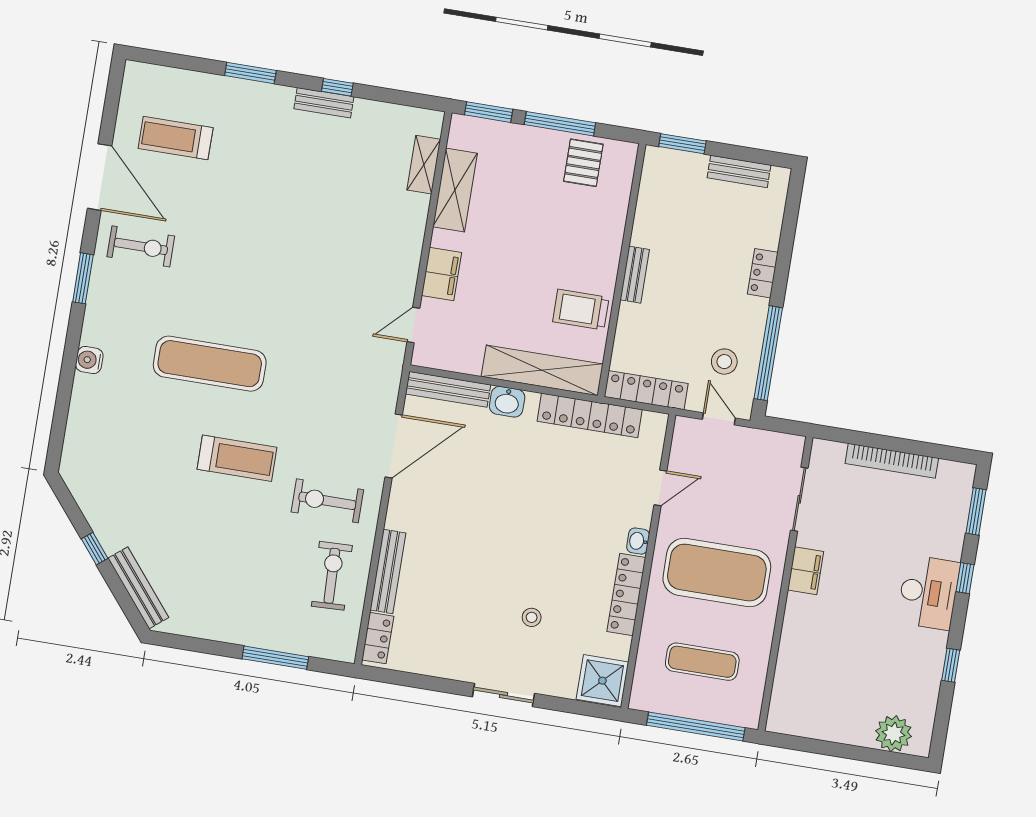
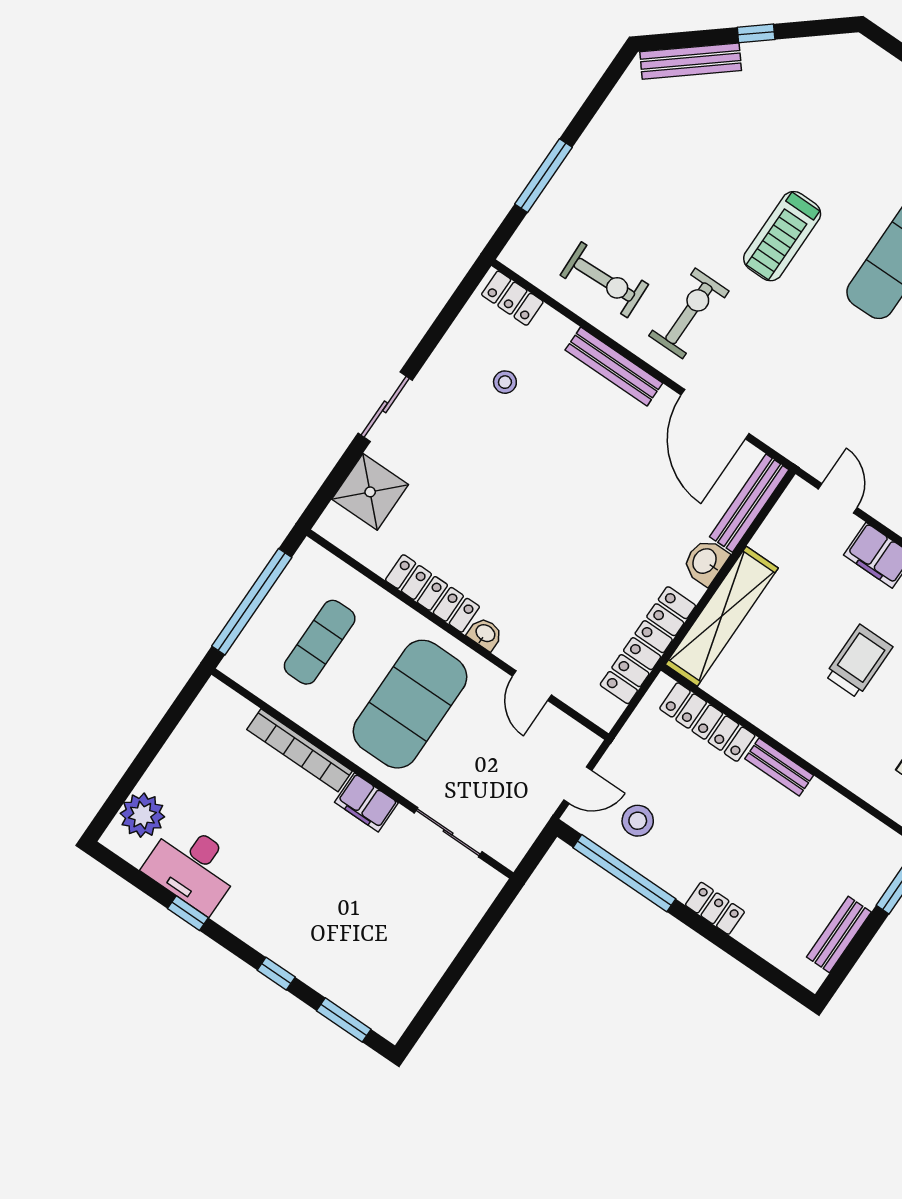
trolley: (581, 310) -> (859, 661), moved
locker: (646, 390) -> (707, 722), moved, turned 90
bookcase: (892, 461) -> (300, 750), moved, turned -90
bench: (388, 571) -> (614, 367), moved
desk: (928, 592) -> (193, 867), moved
stool: (532, 617) -> (505, 382), moved
shower: (602, 681) -> (370, 492), moved

